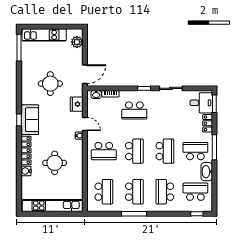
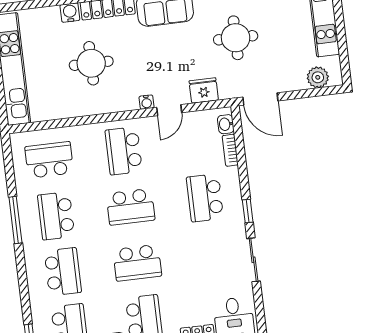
school desk: (104, 192) -> (49, 160), turned 180
school desk: (134, 192) -> (56, 216), turned 90
school desk: (165, 192) -> (63, 272), turned 90

